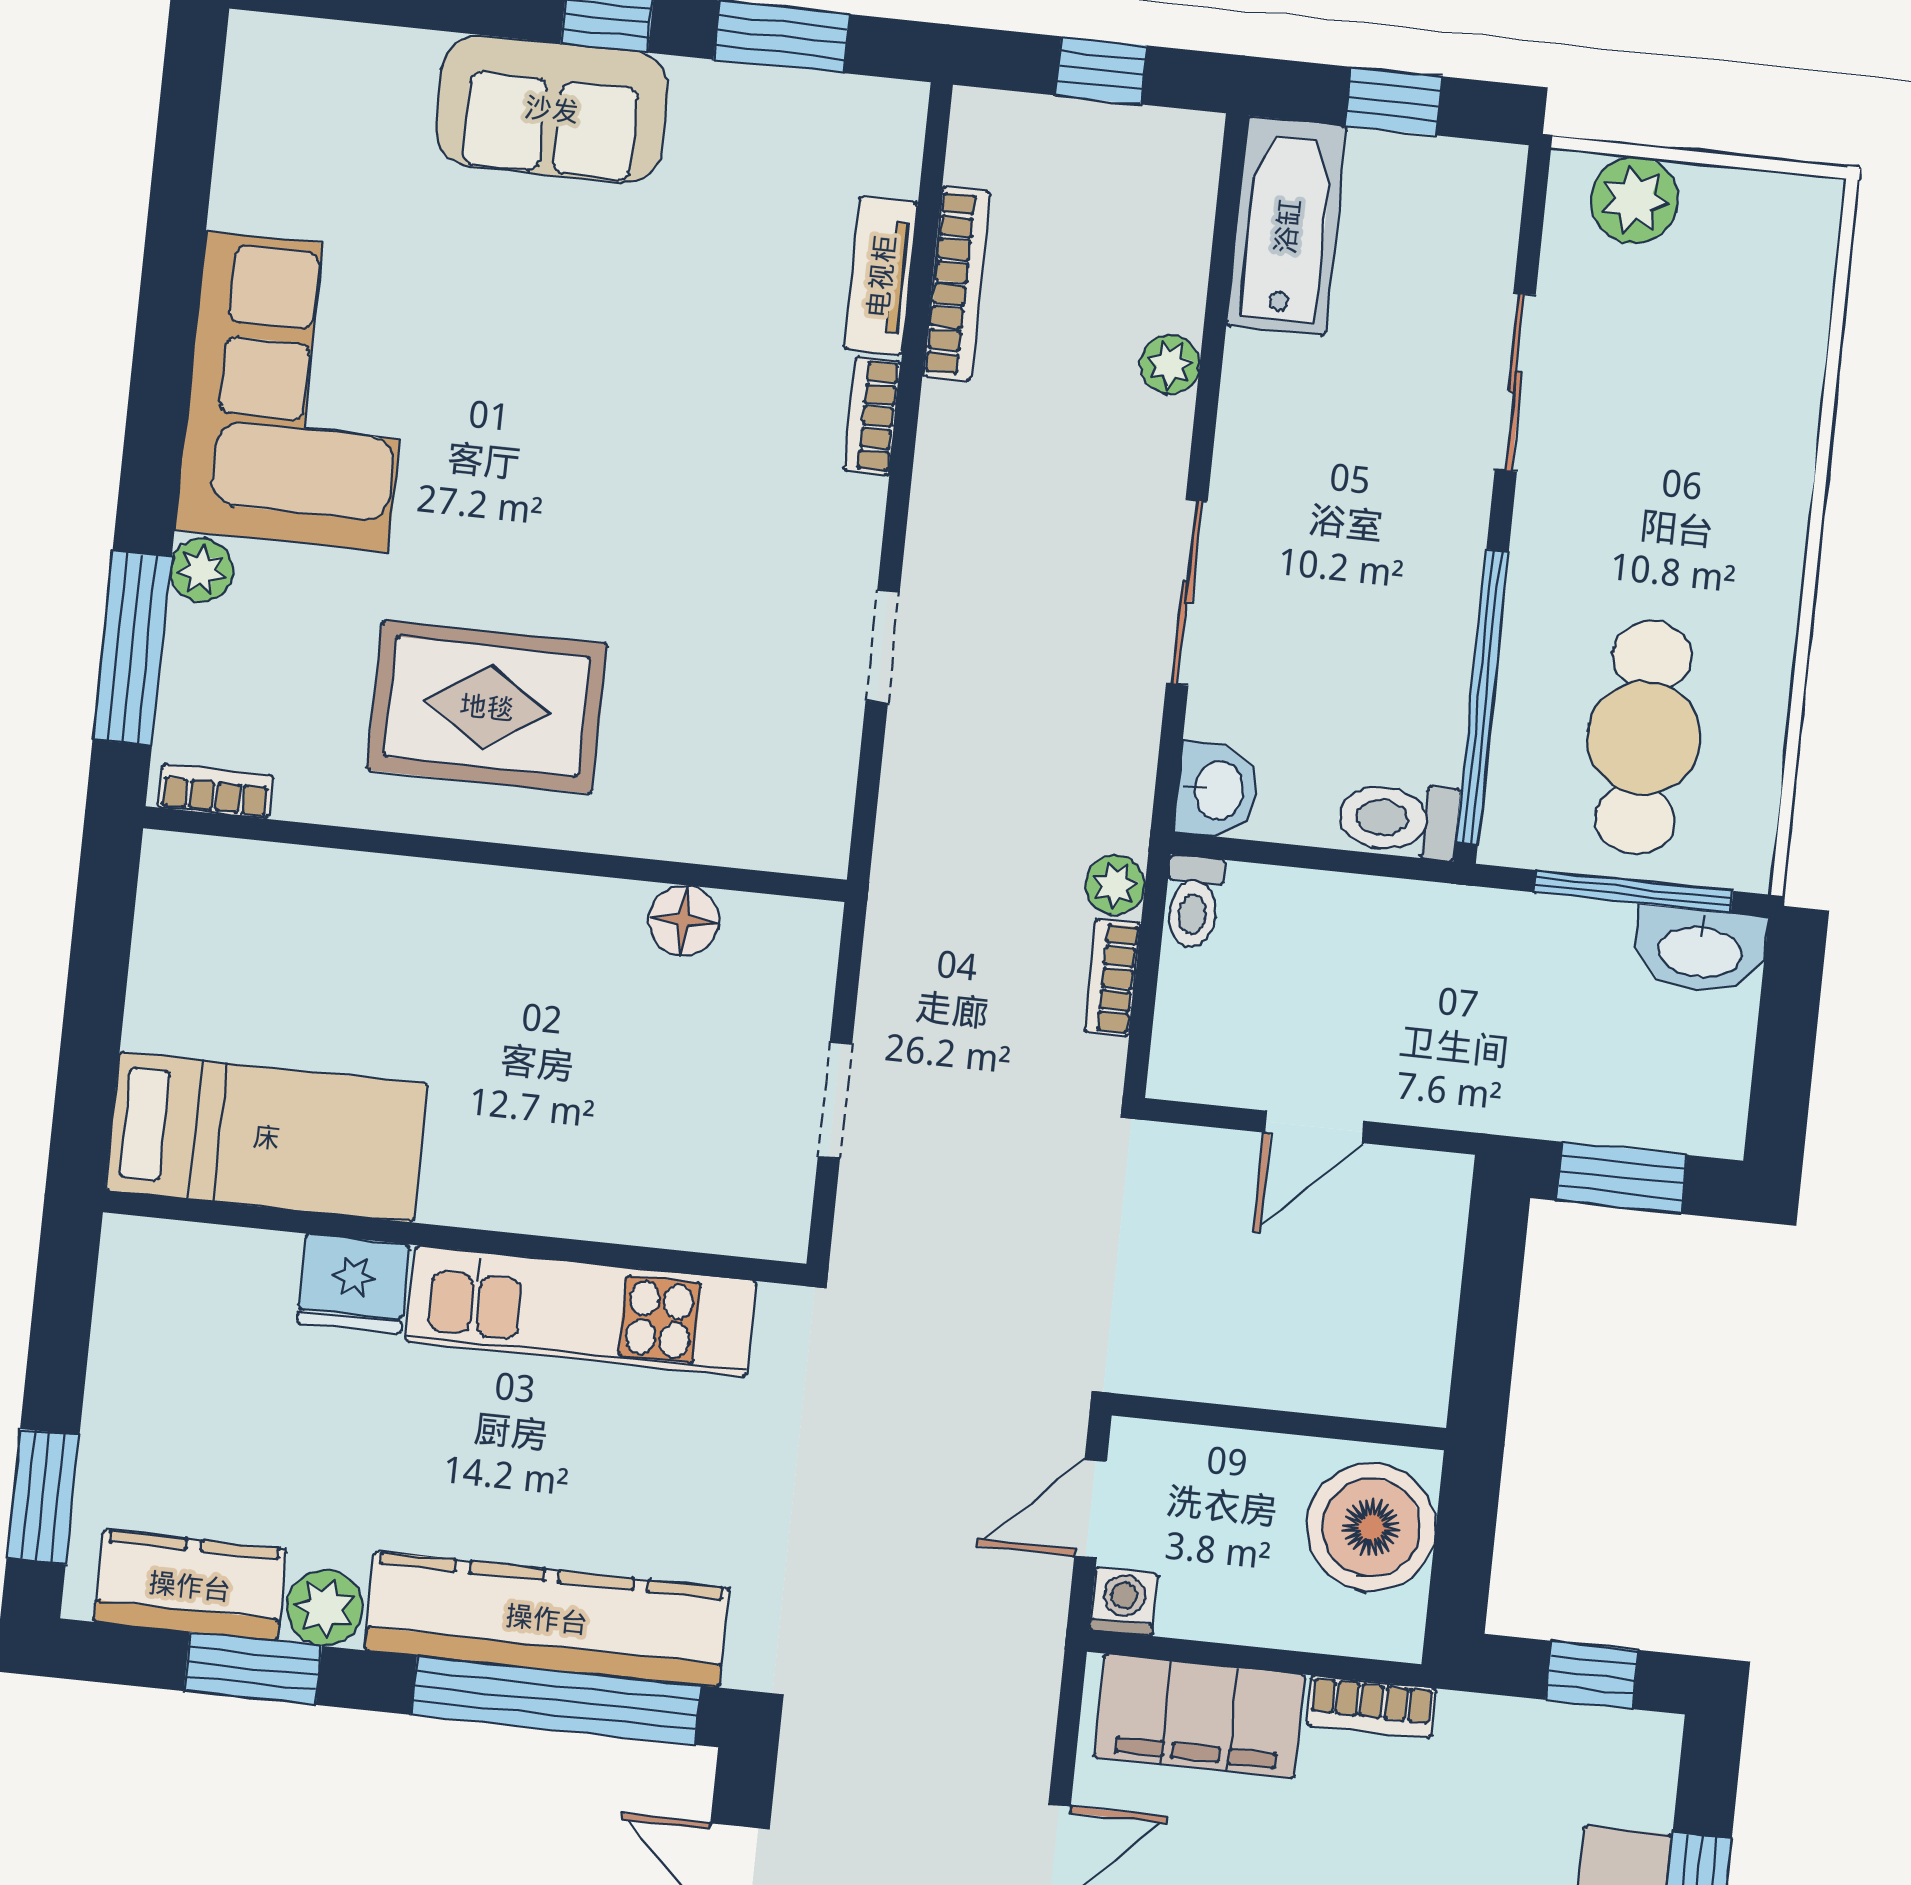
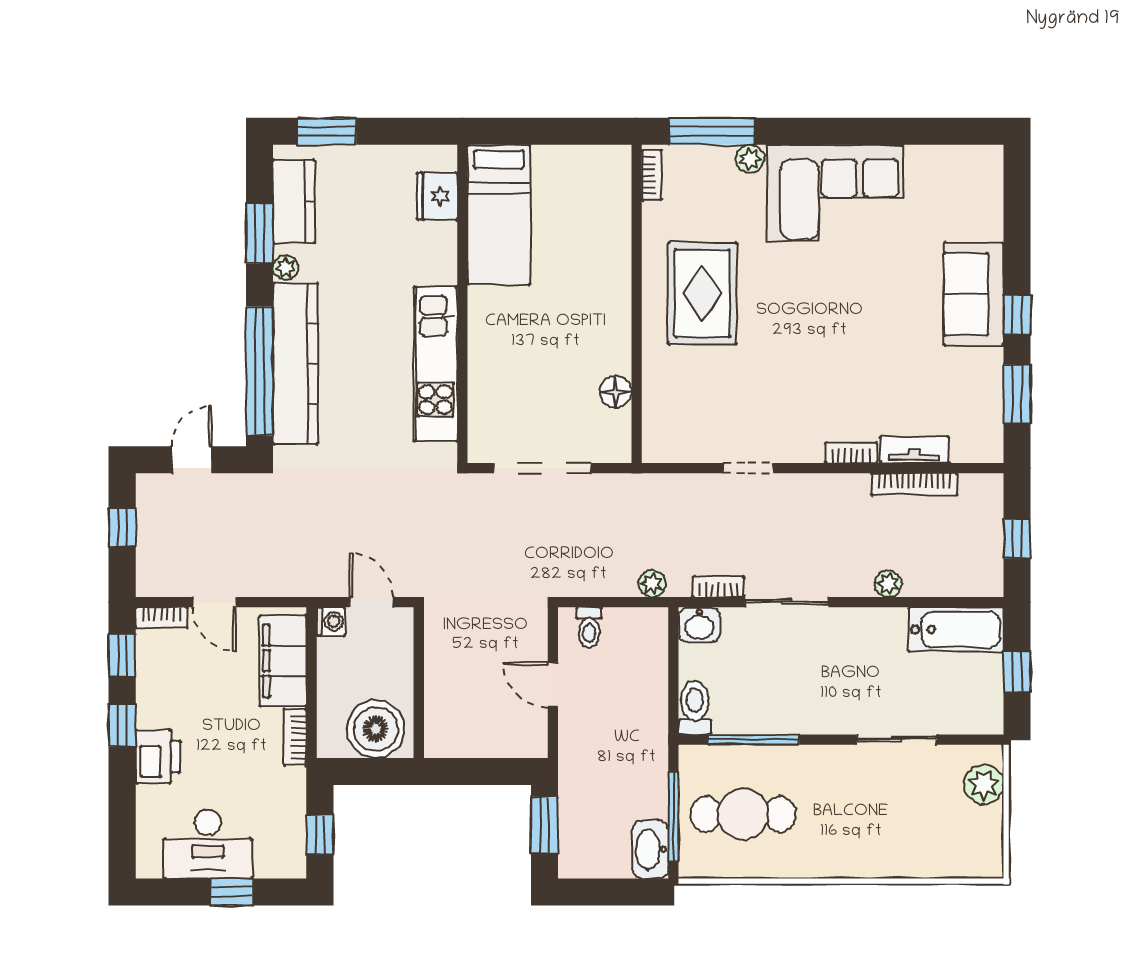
window: (1482, 697) -> (754, 740), width x0.68
toilet: (1193, 902) -> (589, 628), moved, turned -90
bookcase: (1112, 978) -> (719, 587), moved
doorway: (835, 1100) -> (542, 468), width x1.87
fridge: (353, 1284) -> (437, 196), moved
plant: (325, 1608) -> (285, 268), width x0.73, depth x0.73

